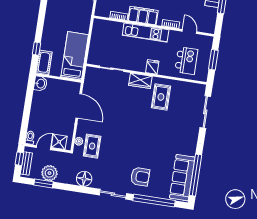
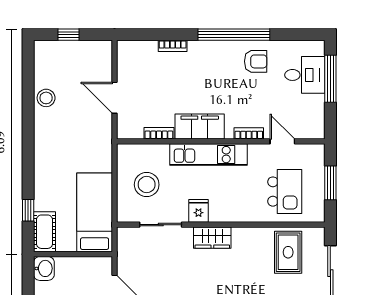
stool: (107, 44) -> (147, 185), added
fridge: (152, 67) -> (199, 211), moved
rug: (161, 97) -> (288, 252), moved

